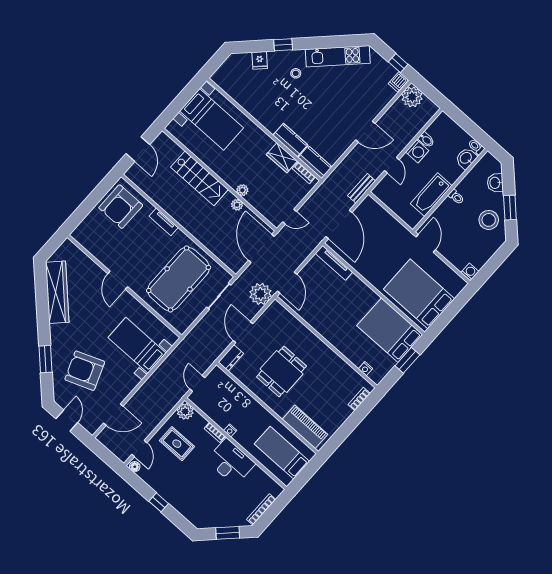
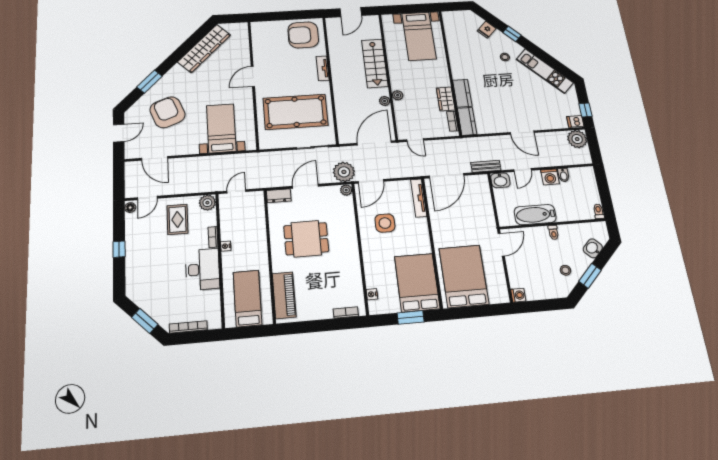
washbasin: (466, 158) -> (500, 180), moved, turned 180
stool: (489, 220) -> (565, 270), width x0.53, depth x0.53
side table: (327, 306) -> (385, 223), added
plant: (275, 307) -> (346, 190), added

